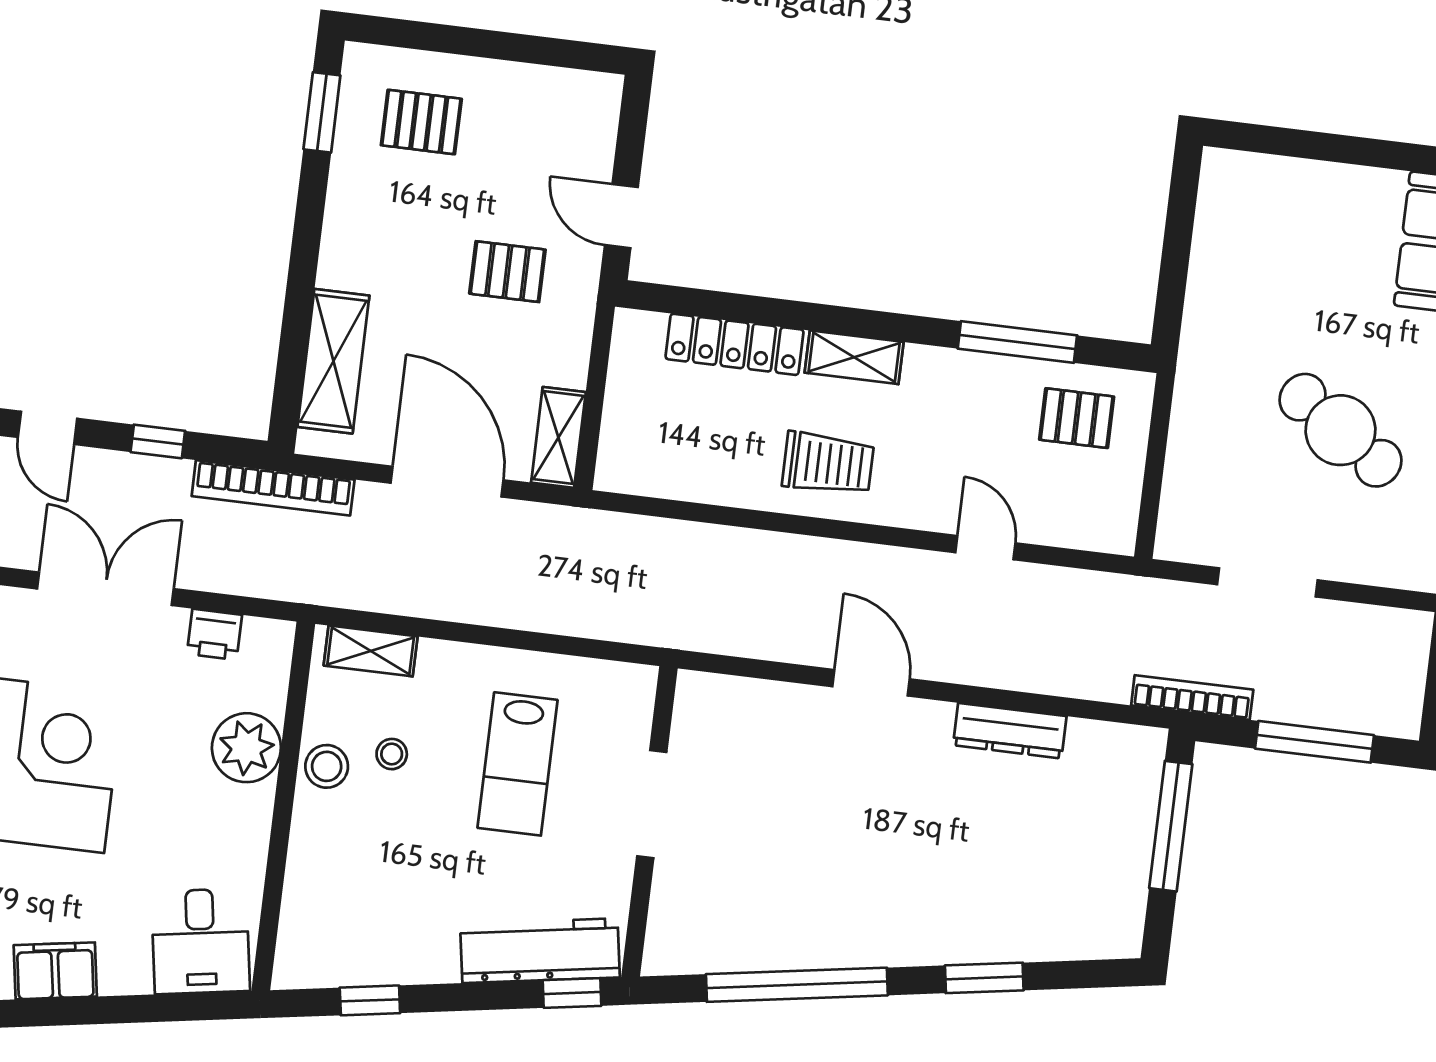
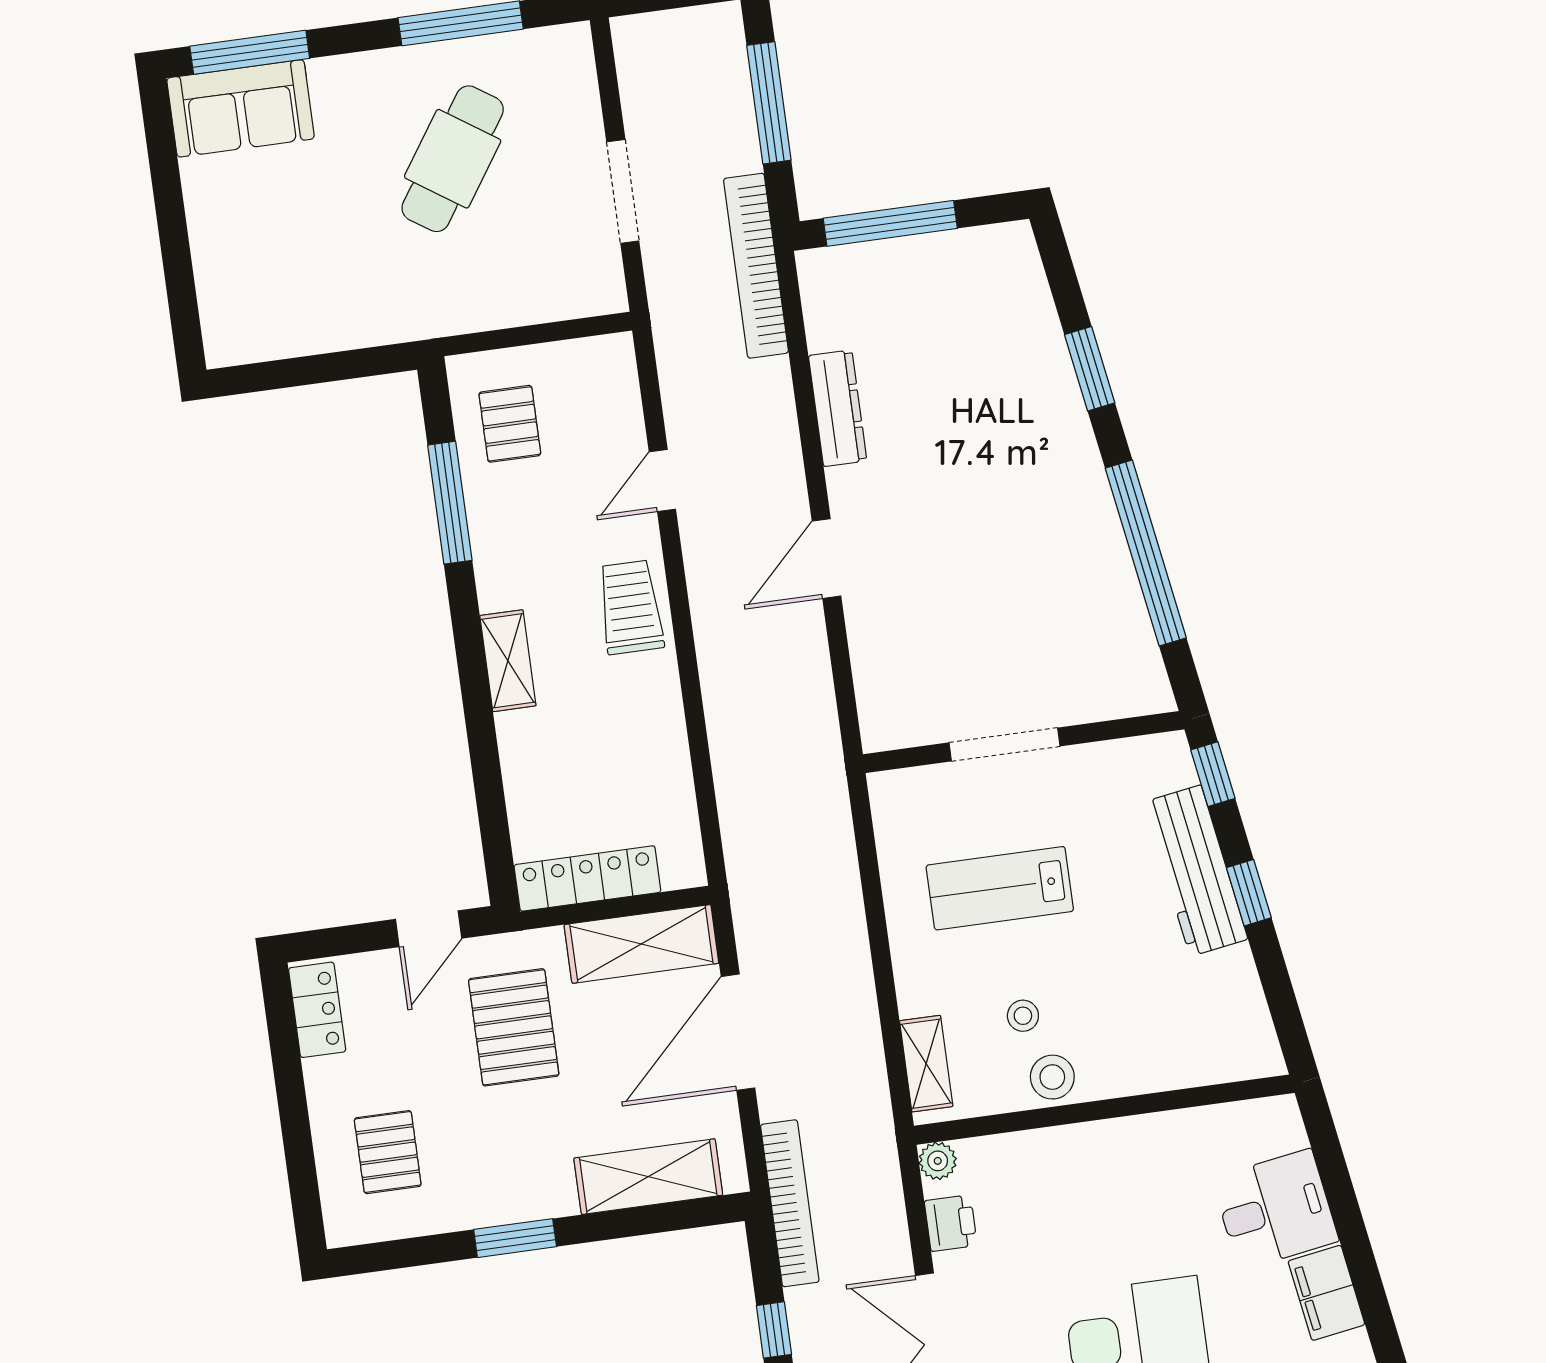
locker: (573, 91) -> (317, 1010), added
window: (322, 112) -> (515, 1238), moved
pallet: (507, 272) -> (514, 1027), width x1.50, depth x1.42
locker: (735, 344) -> (587, 878), moved, turned -90
shelving: (558, 437) -> (641, 944), width x1.50, depth x1.33
trolley: (828, 463) -> (631, 607), moved
bookcase: (1192, 697) -> (756, 266), width x1.48, depth x1.31
plant: (246, 748) -> (938, 1161), moved, width x0.53, depth x0.53
lab bench: (518, 764) -> (1000, 888), turned 180
desk: (201, 941) -> (1275, 1210), moved
workbench: (540, 951) -> (1196, 871), moved
window: (370, 1000) -> (1249, 893), moved

